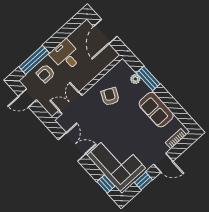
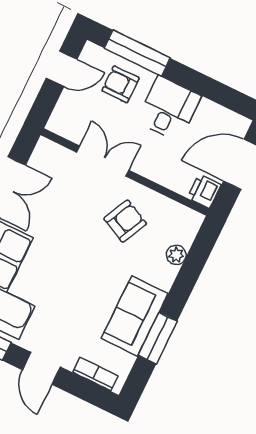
printer: (111, 54) -> (204, 191), added
window: (148, 78) -> (158, 338), moved
door: (27, 98) -> (62, 69), swing flipped
double door: (70, 103) -> (103, 161), moved

